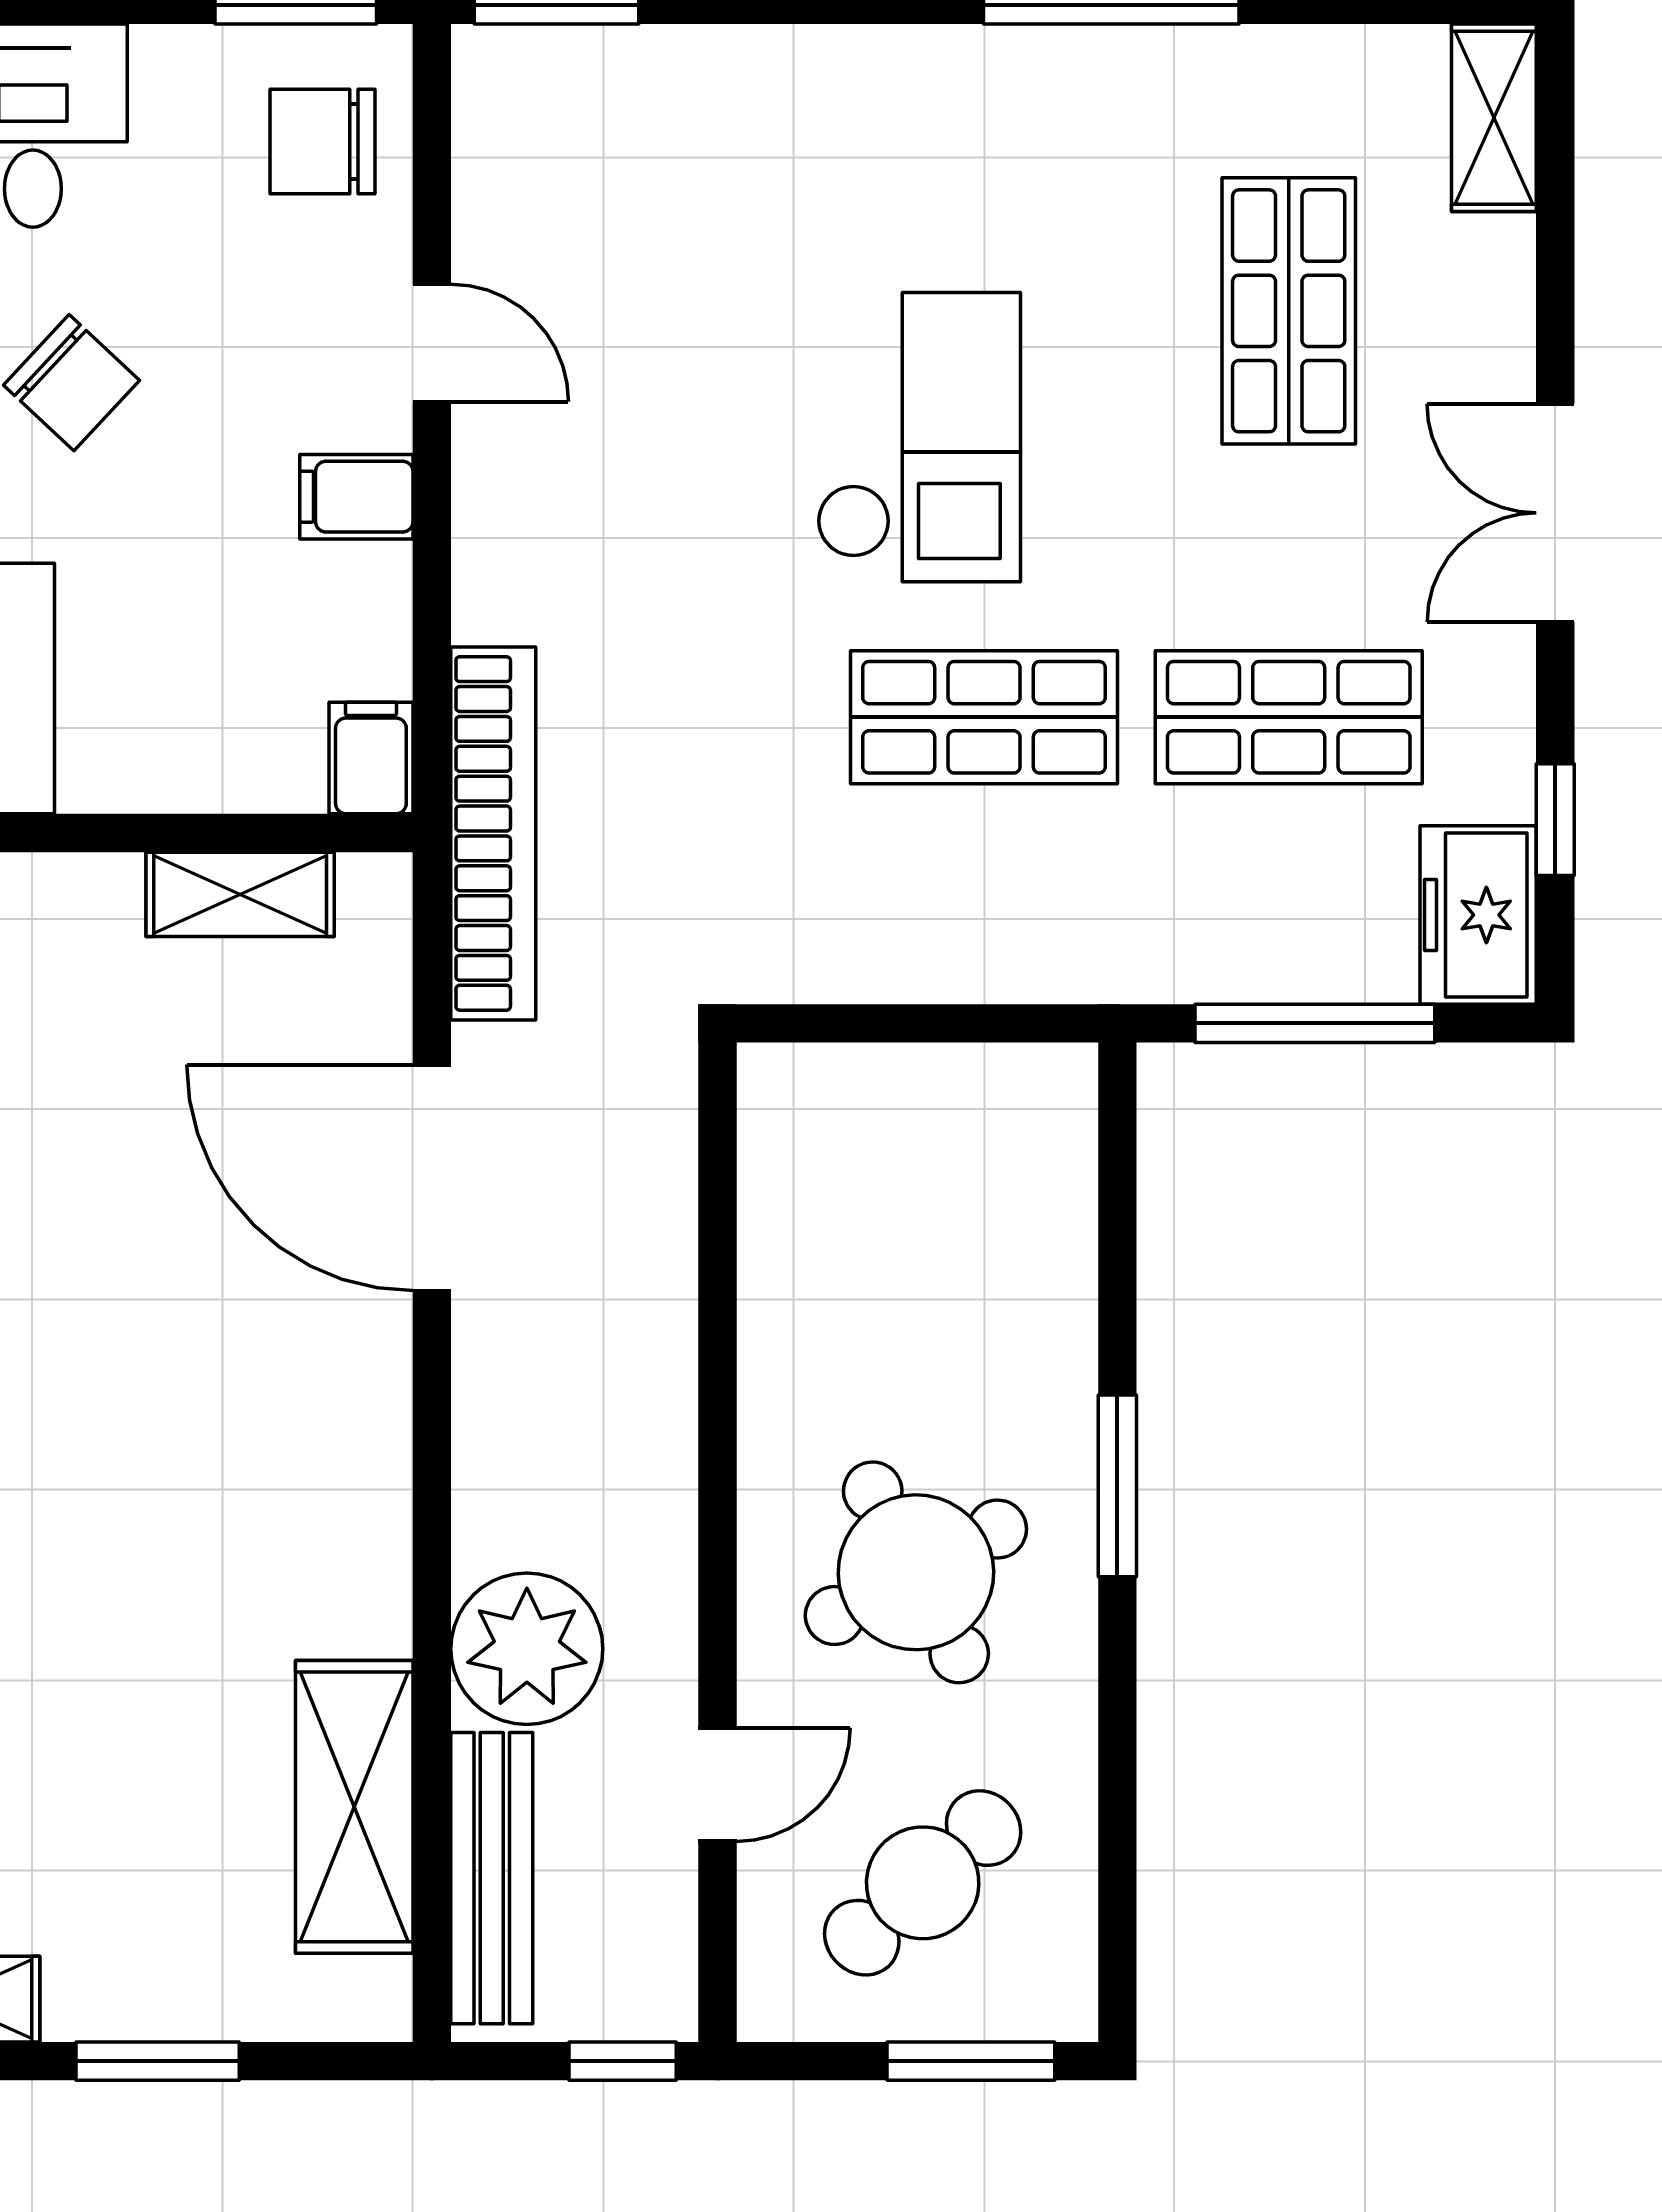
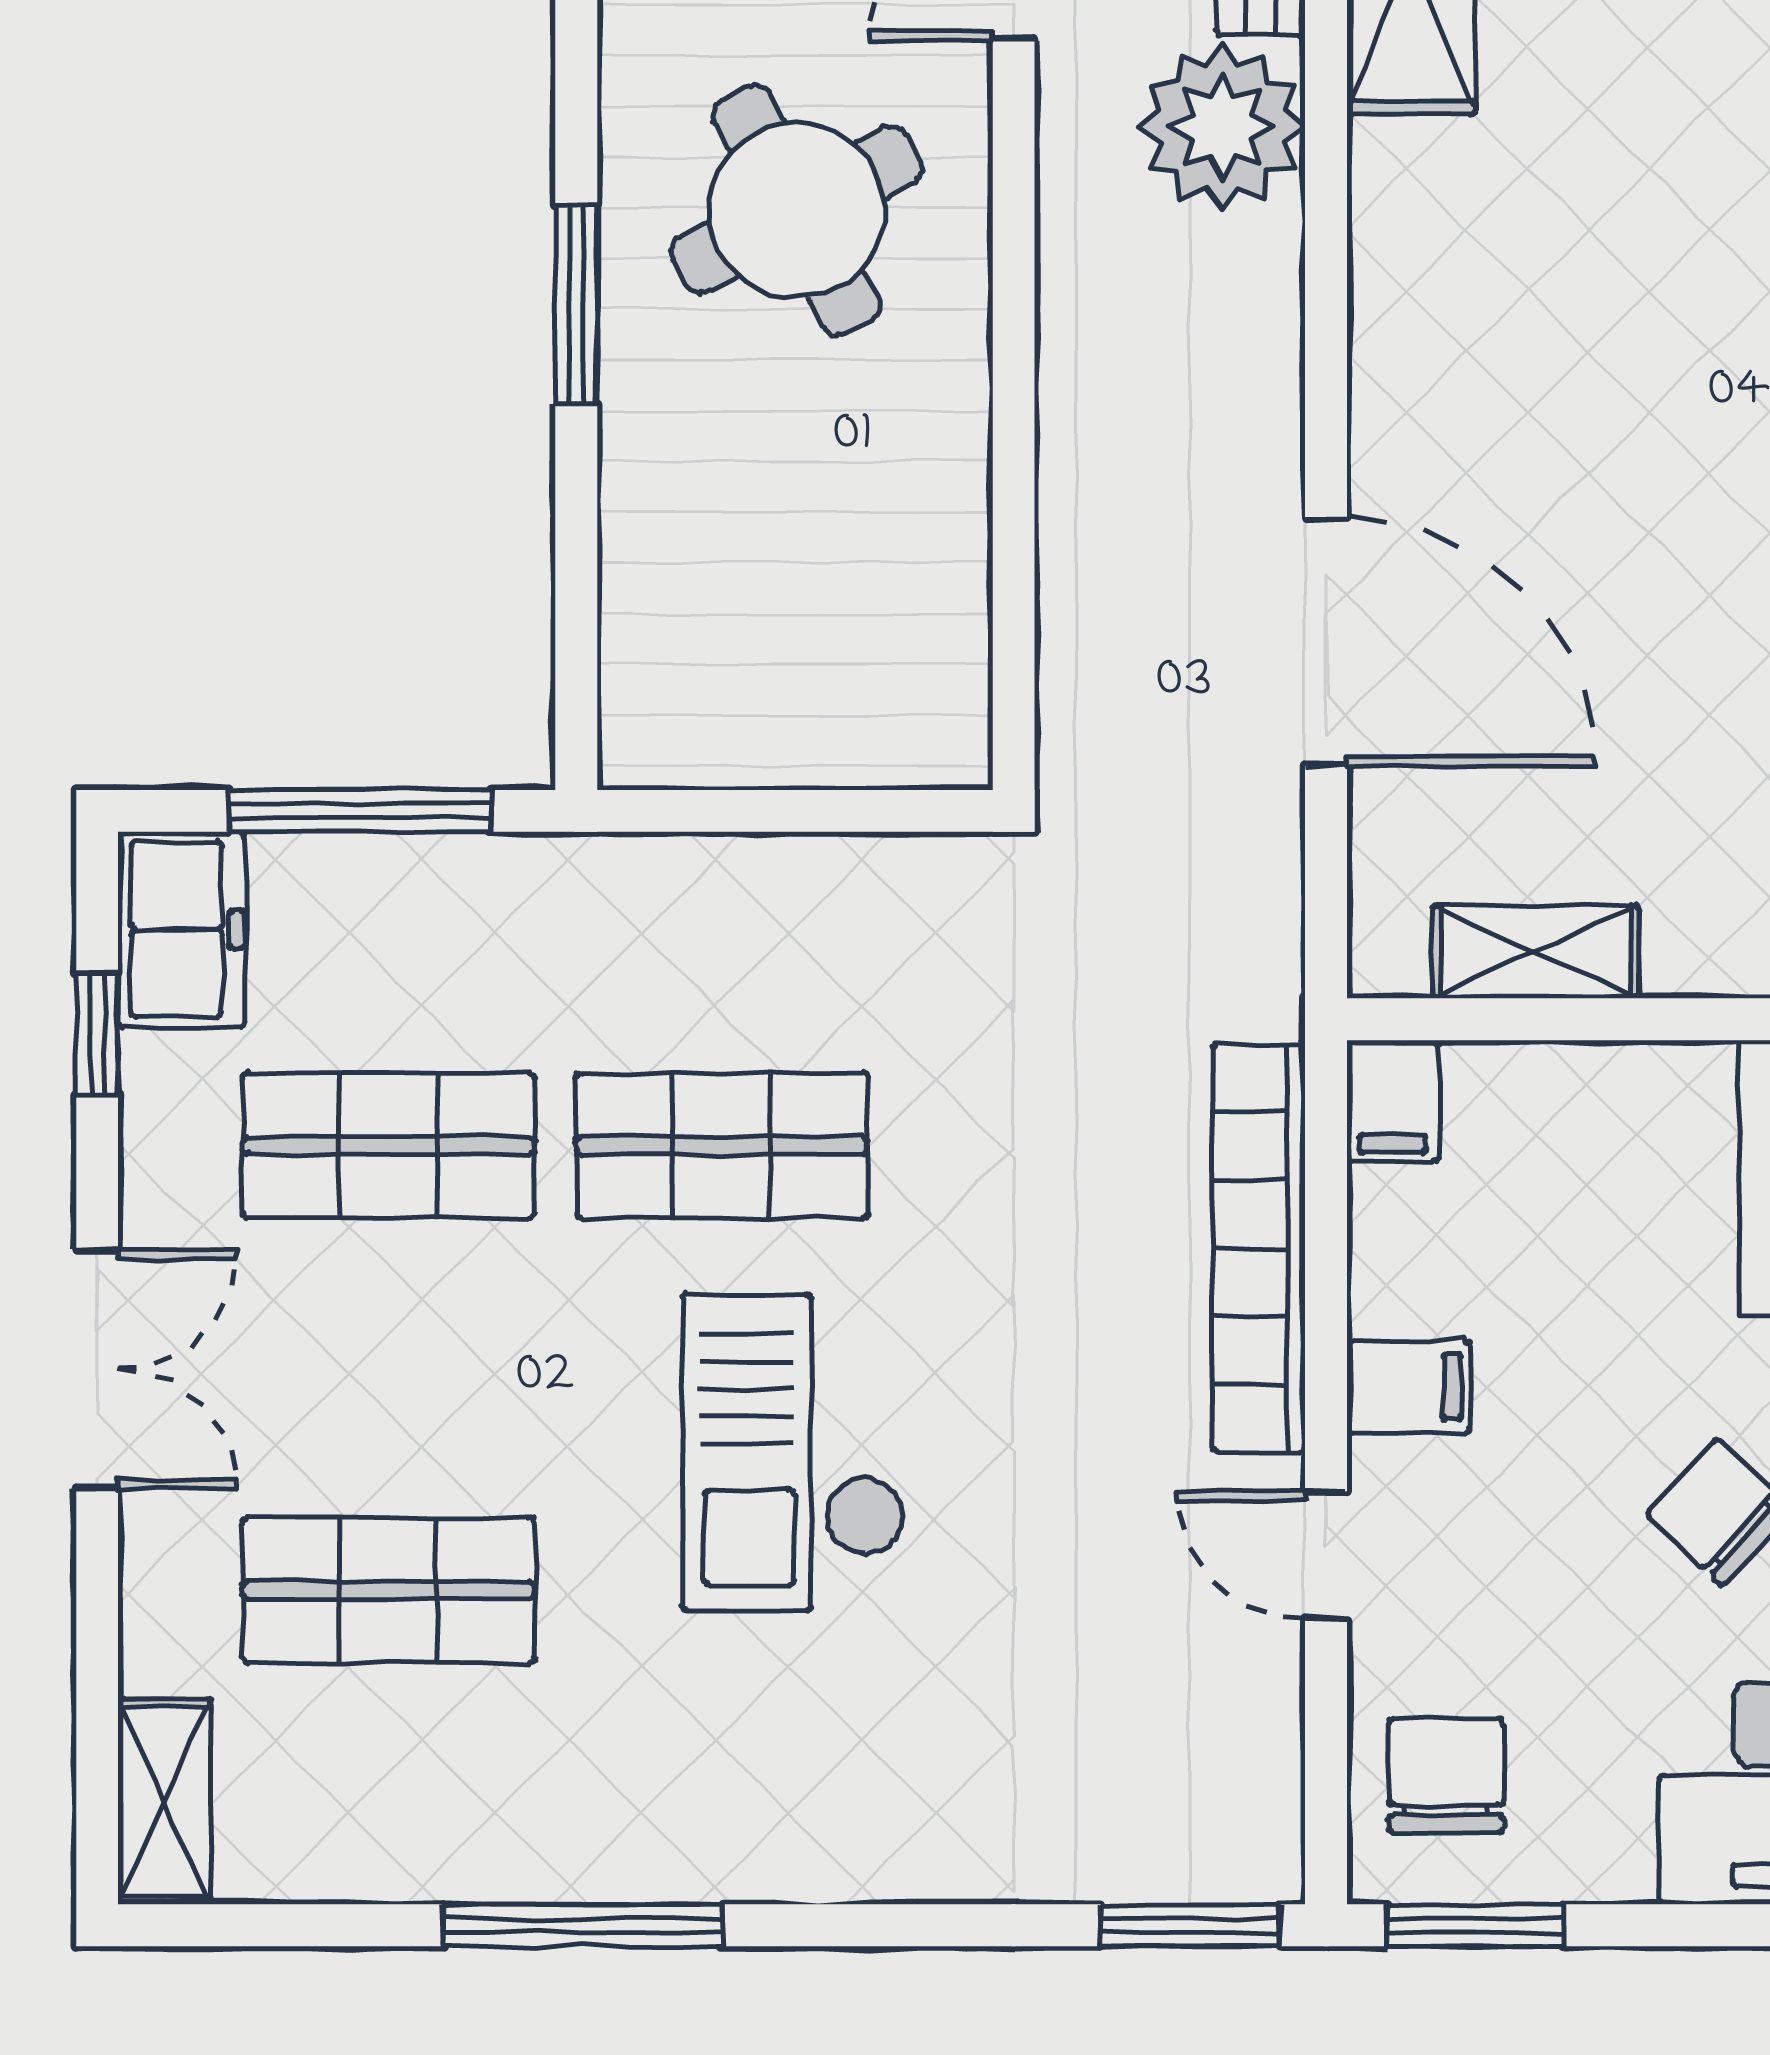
chair: (322, 141) -> (1446, 1776), turned -90
shop shelf: (1289, 311) -> (389, 1590), turned 90
bookcase: (493, 833) -> (1259, 1248), moved

